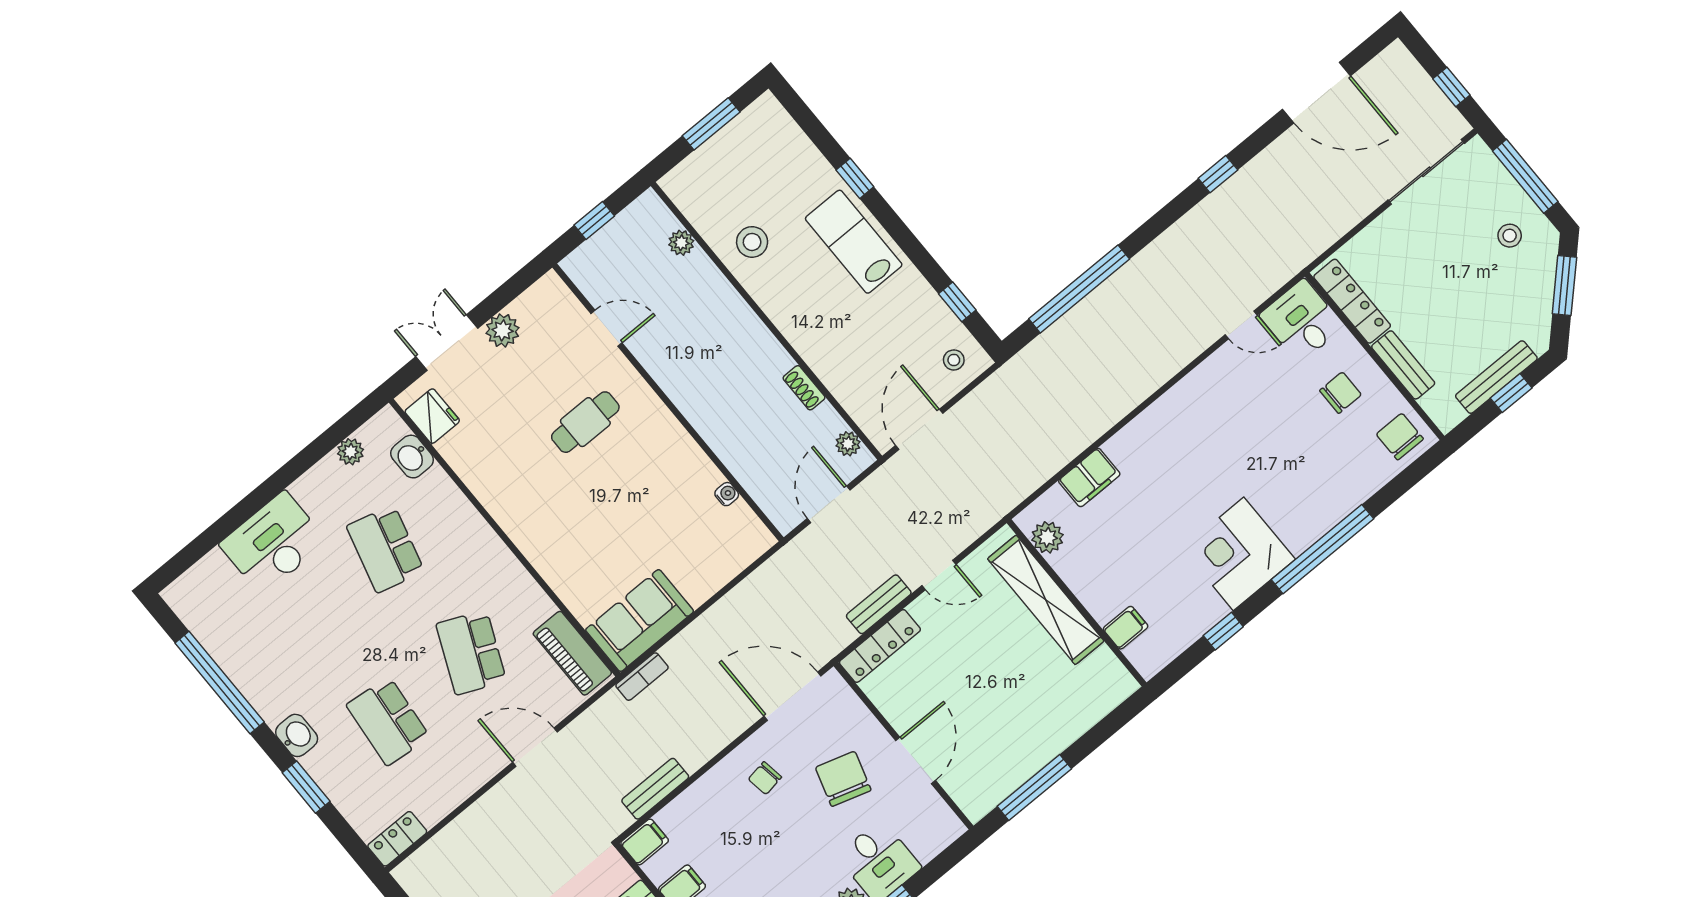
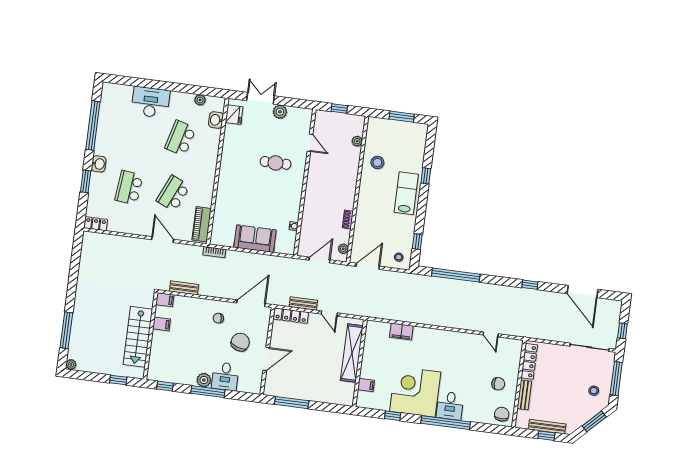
desk: (1302, 321) -> (450, 406), moved, turned 180
plant: (1047, 537) -> (371, 336), removed
corner desk: (1239, 554) -> (415, 392), width x1.36, depth x1.36
sofa: (640, 621) -> (255, 239), moved
door: (792, 696) -> (251, 303), hinge flipped

